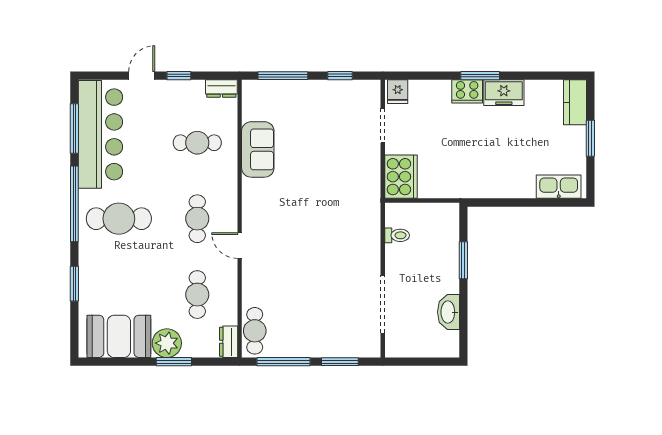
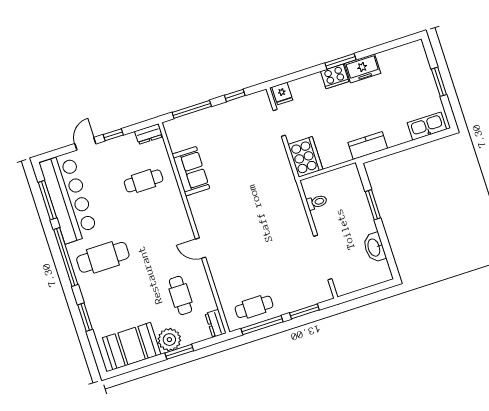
kitchen counter: (575, 102) -> (368, 145), moved, turned 90
cafe table: (197, 219) -> (162, 238), removed
cafe table: (255, 331) -> (254, 307), moved, turned 90

